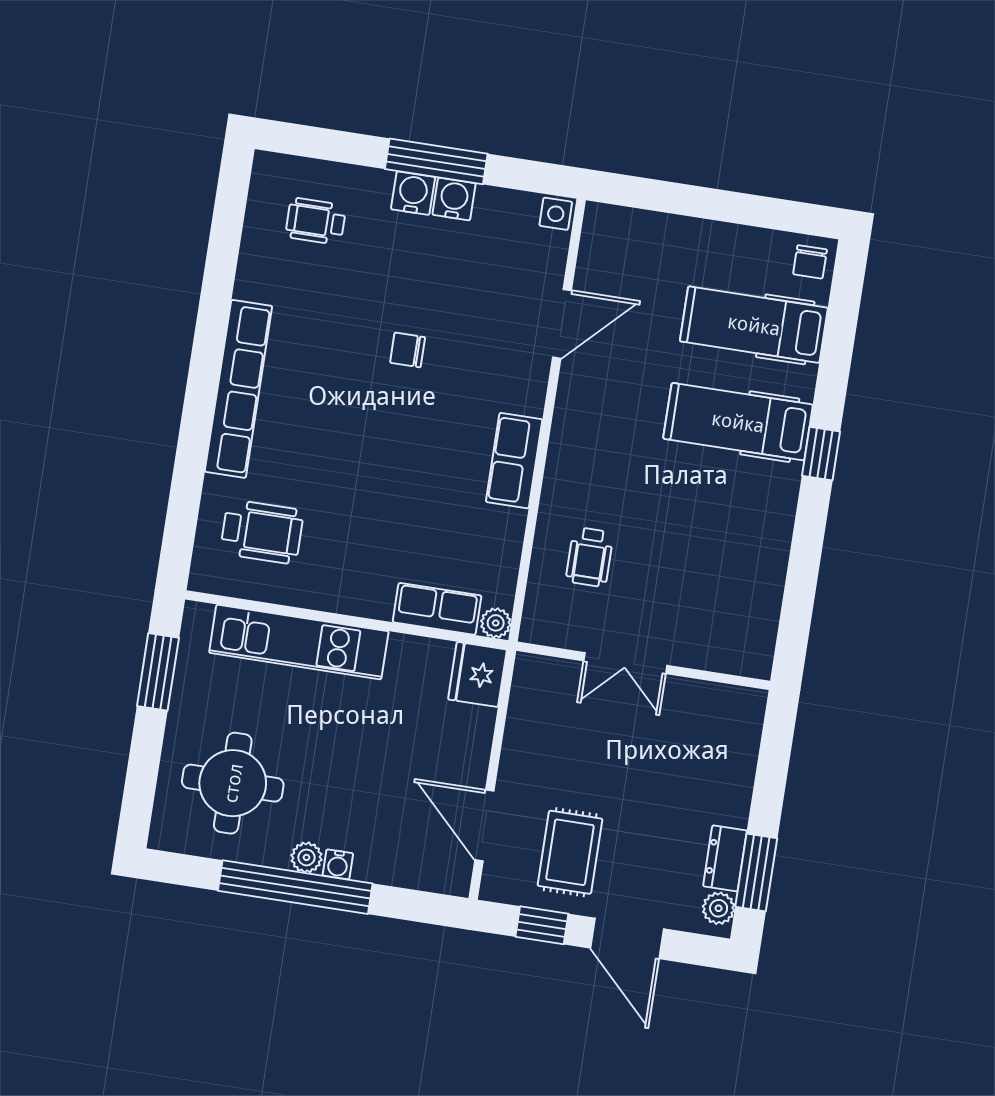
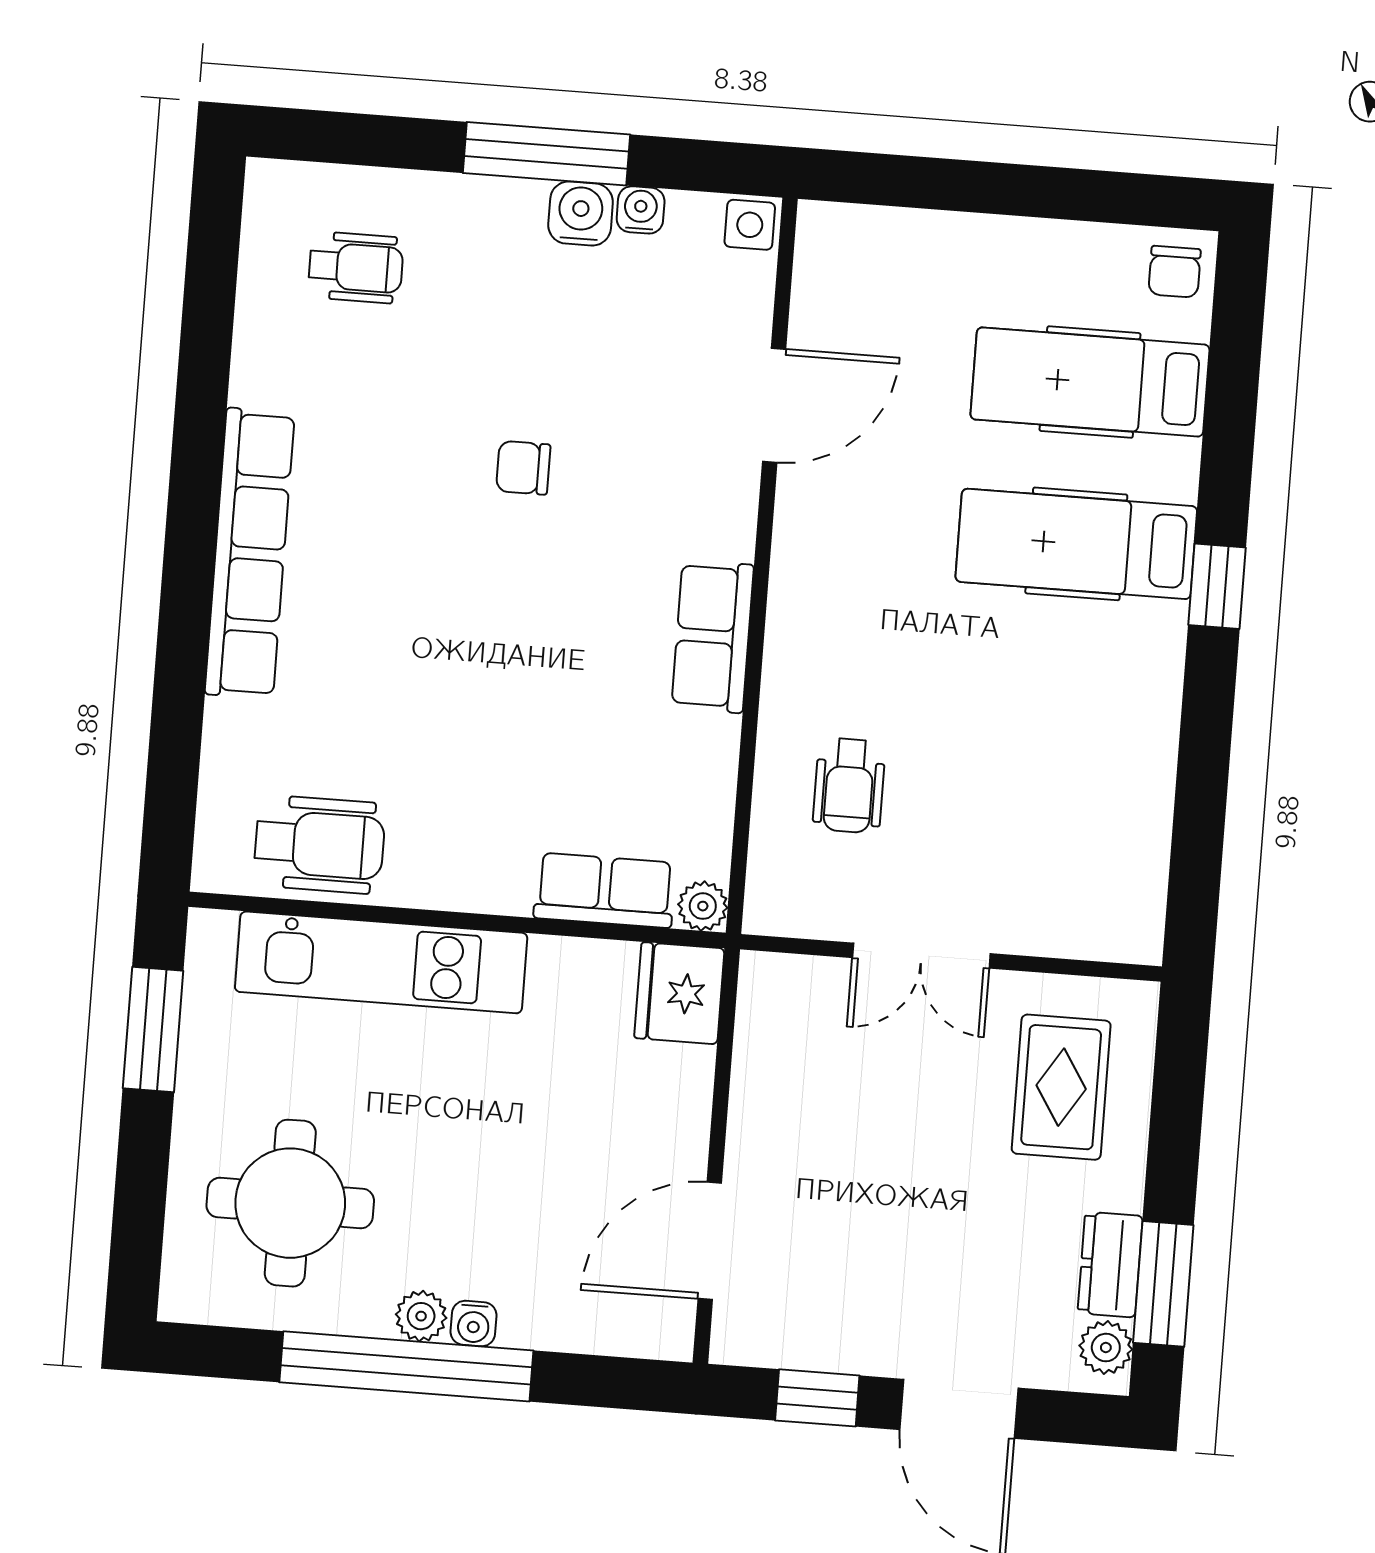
water cooler: (413, 193) -> (641, 210), moved, width x0.72, depth x0.72
wheelchair: (316, 221) -> (356, 267), turned 180
wheelchair: (262, 532) -> (319, 844), moved
door: (484, 825) -> (710, 1241), hinge flipped
rug: (570, 852) -> (1061, 1087), moved

